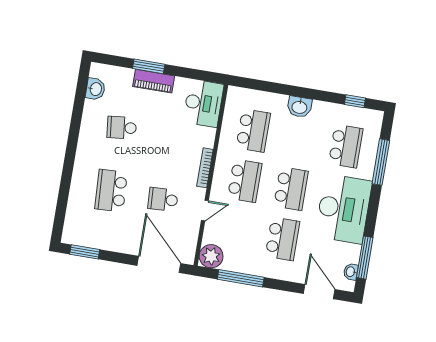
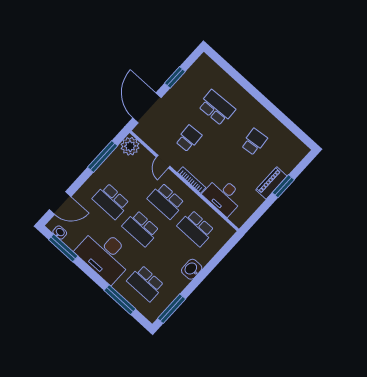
washbasin: (95, 89) -> (291, 141), removed
window: (355, 101) -> (172, 309), width x2.17
desk: (203, 103) -> (223, 196), moved
window: (85, 252) -> (175, 77), moved
door: (159, 264) -> (147, 108), swing flipped

